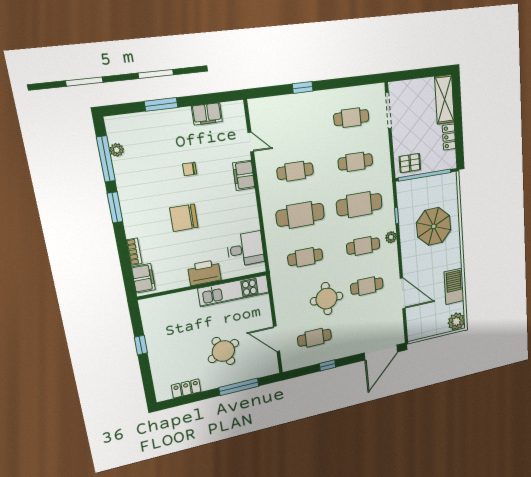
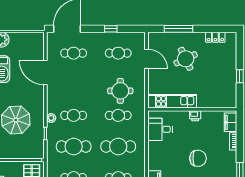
printer: (204, 273) -> (195, 116), width x0.53, depth x0.68
cafe table: (367, 286) -> (74, 53), moved
round table: (327, 299) -> (120, 91), moved

